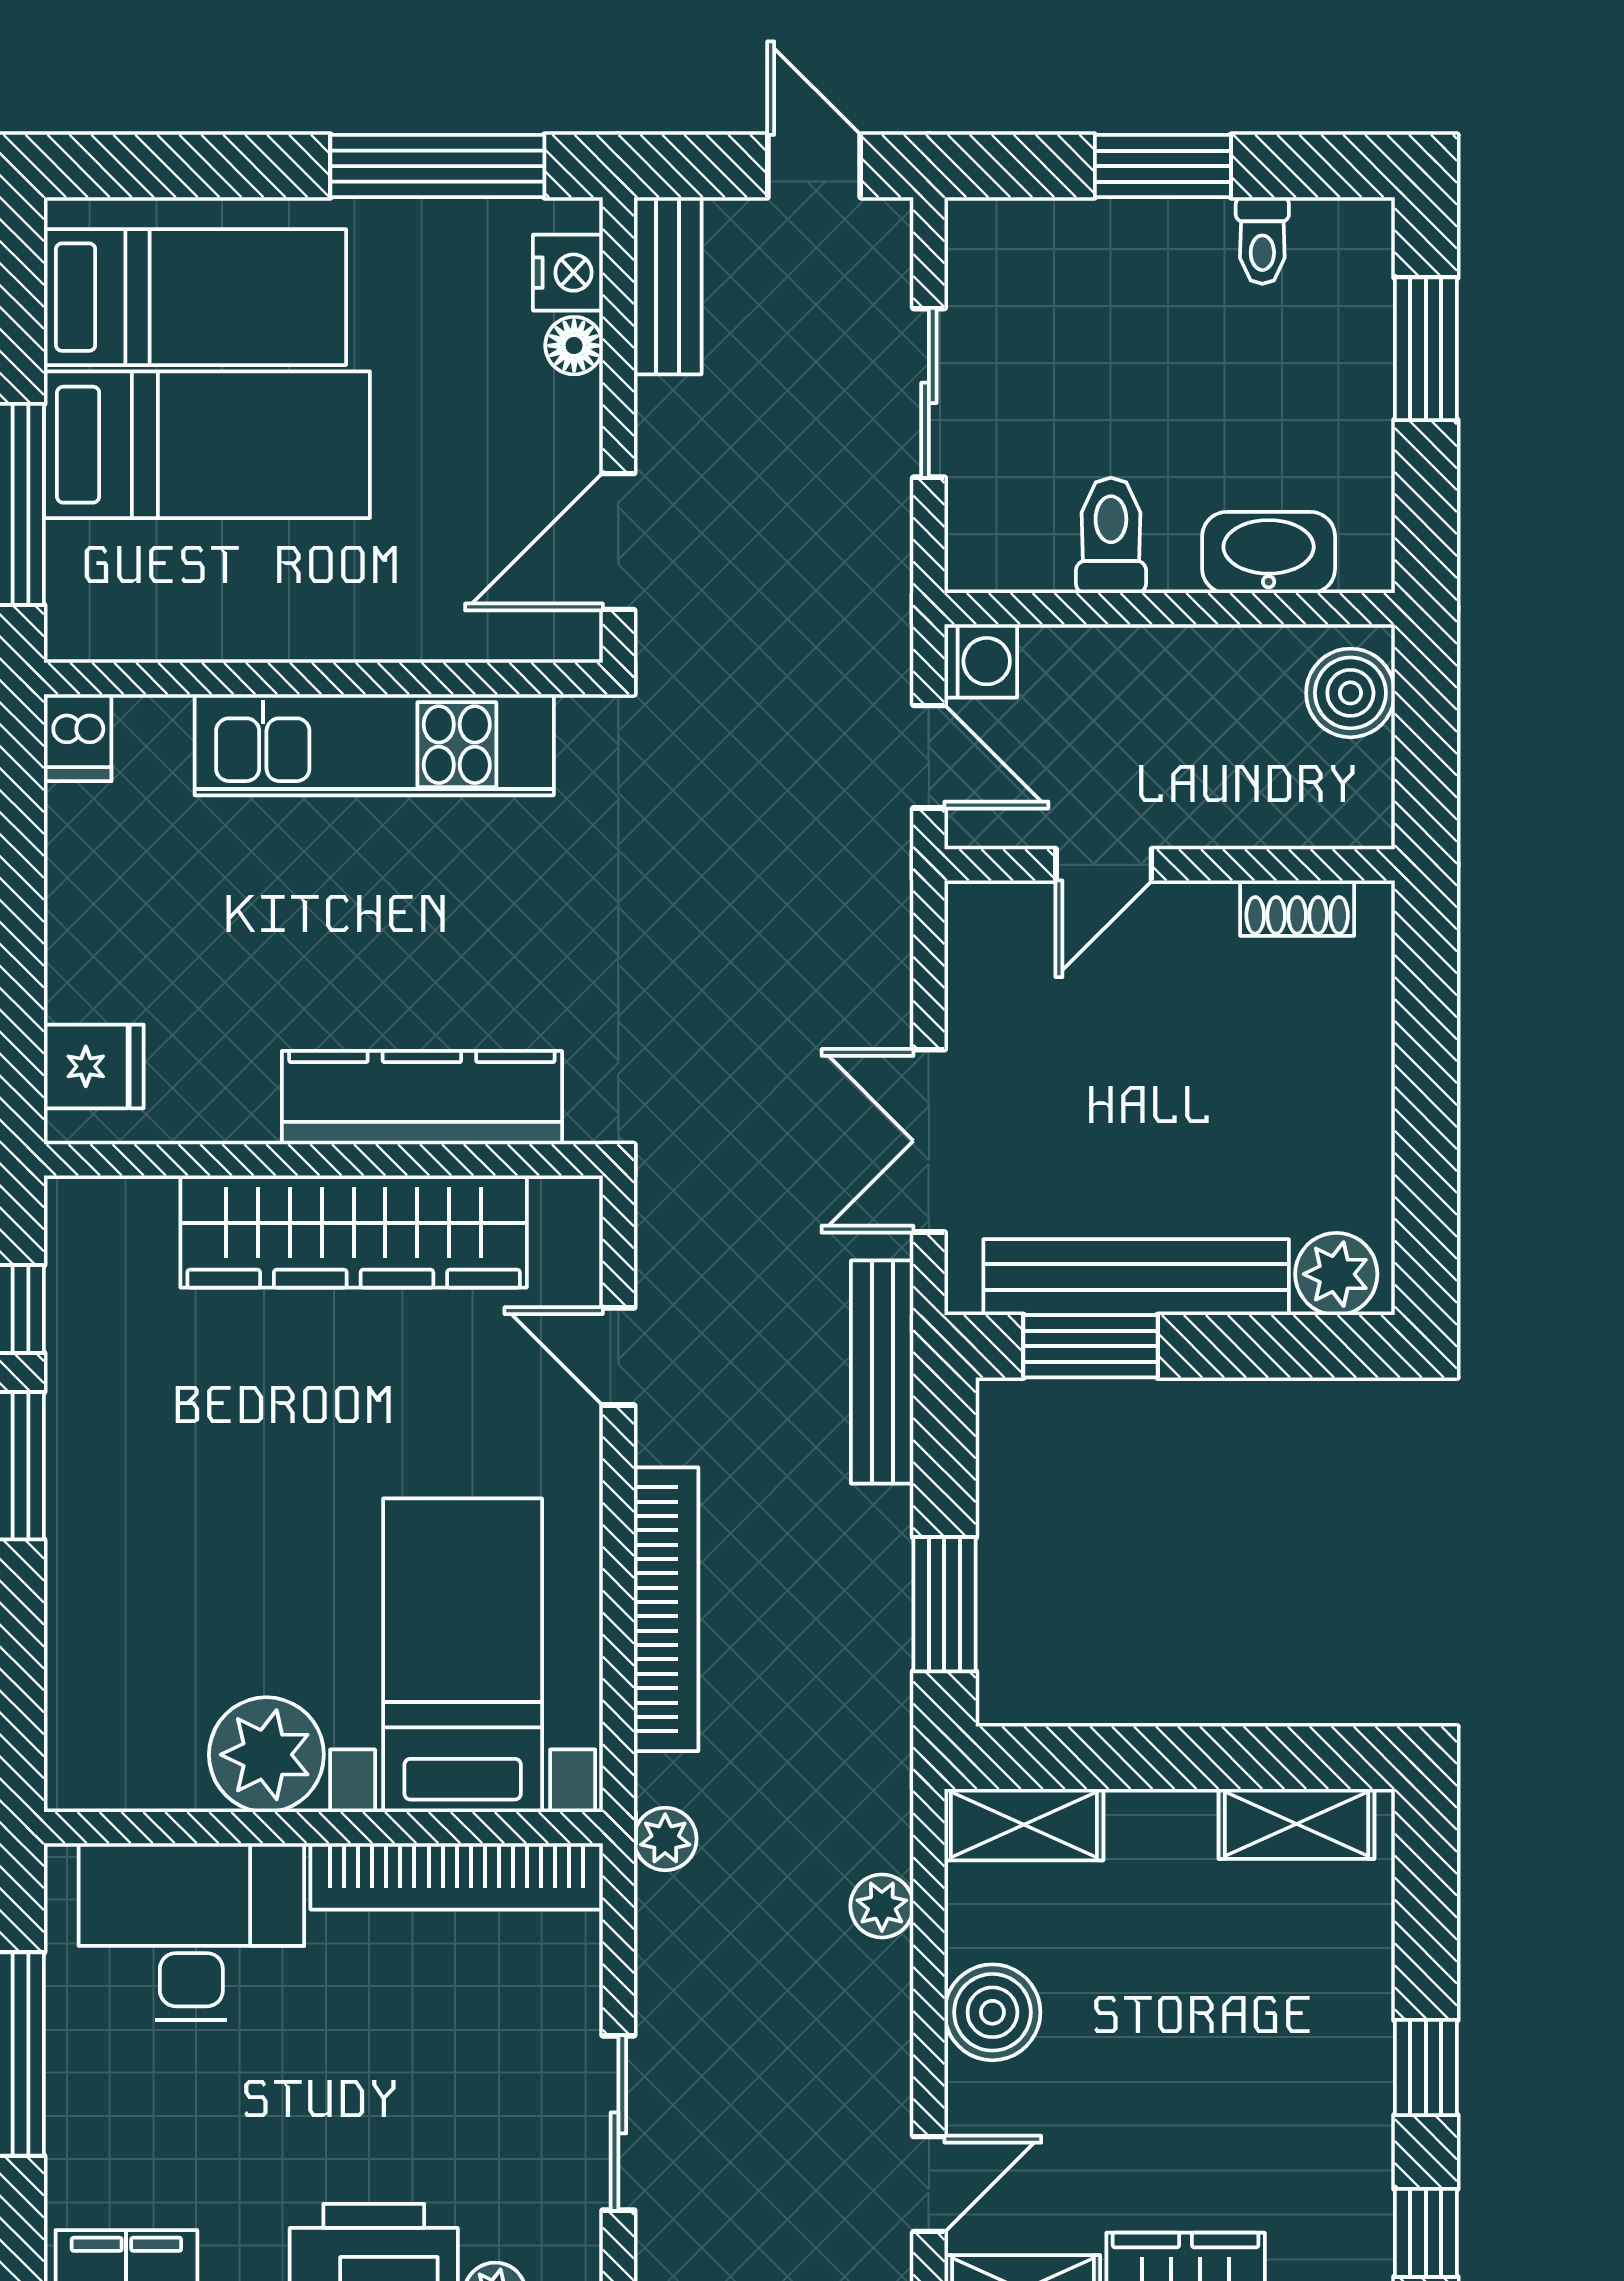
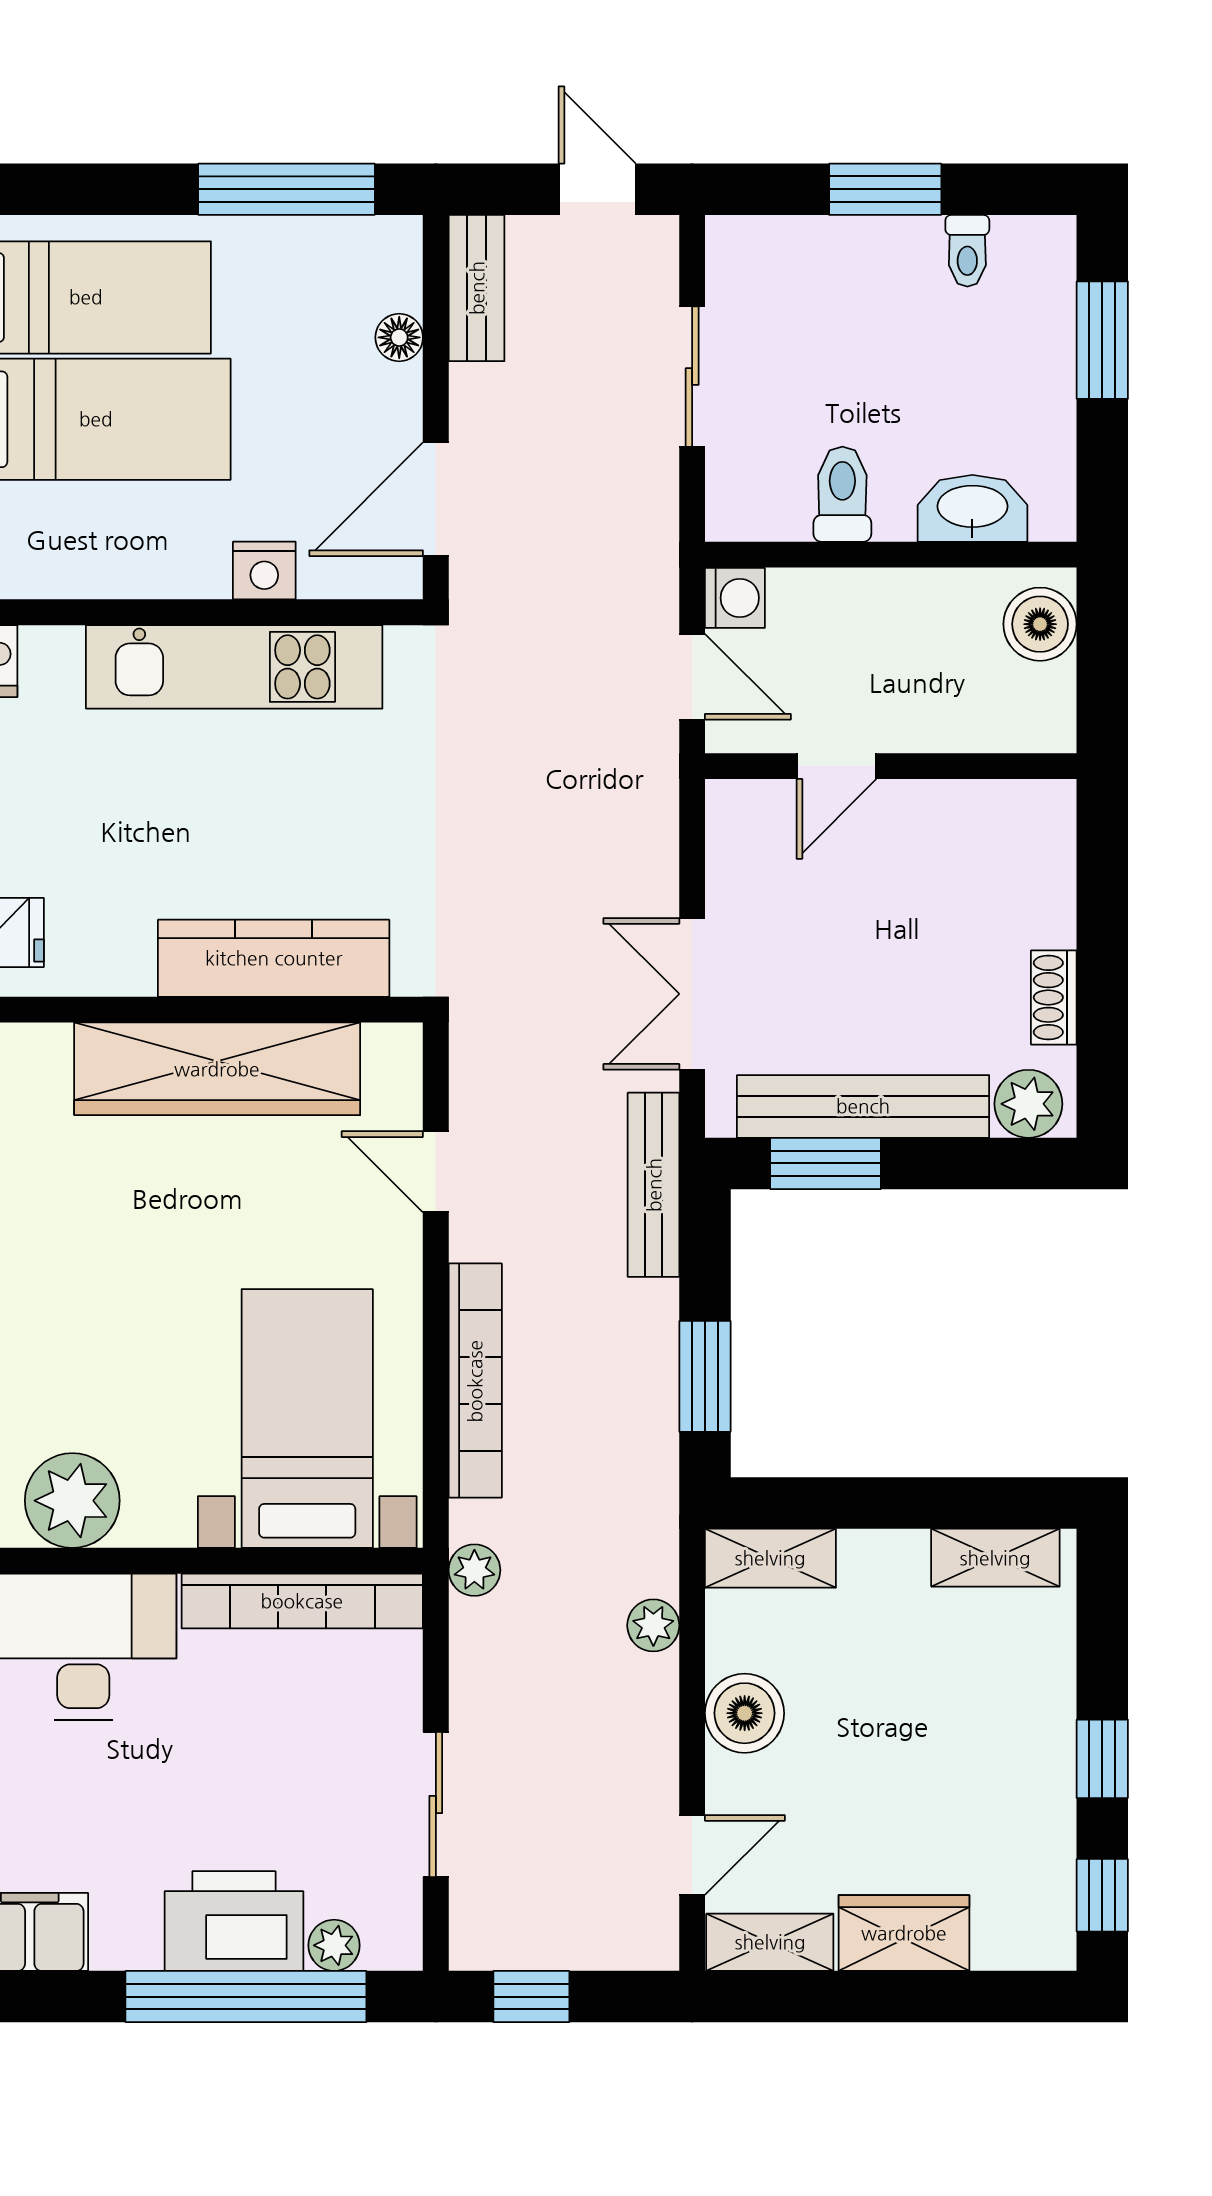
nightstand: (568, 273) -> (264, 571), moved, turned 90
shoe rack: (1297, 908) -> (1054, 997), moved, turned 90
plant: (266, 1755) -> (72, 1501), moved

